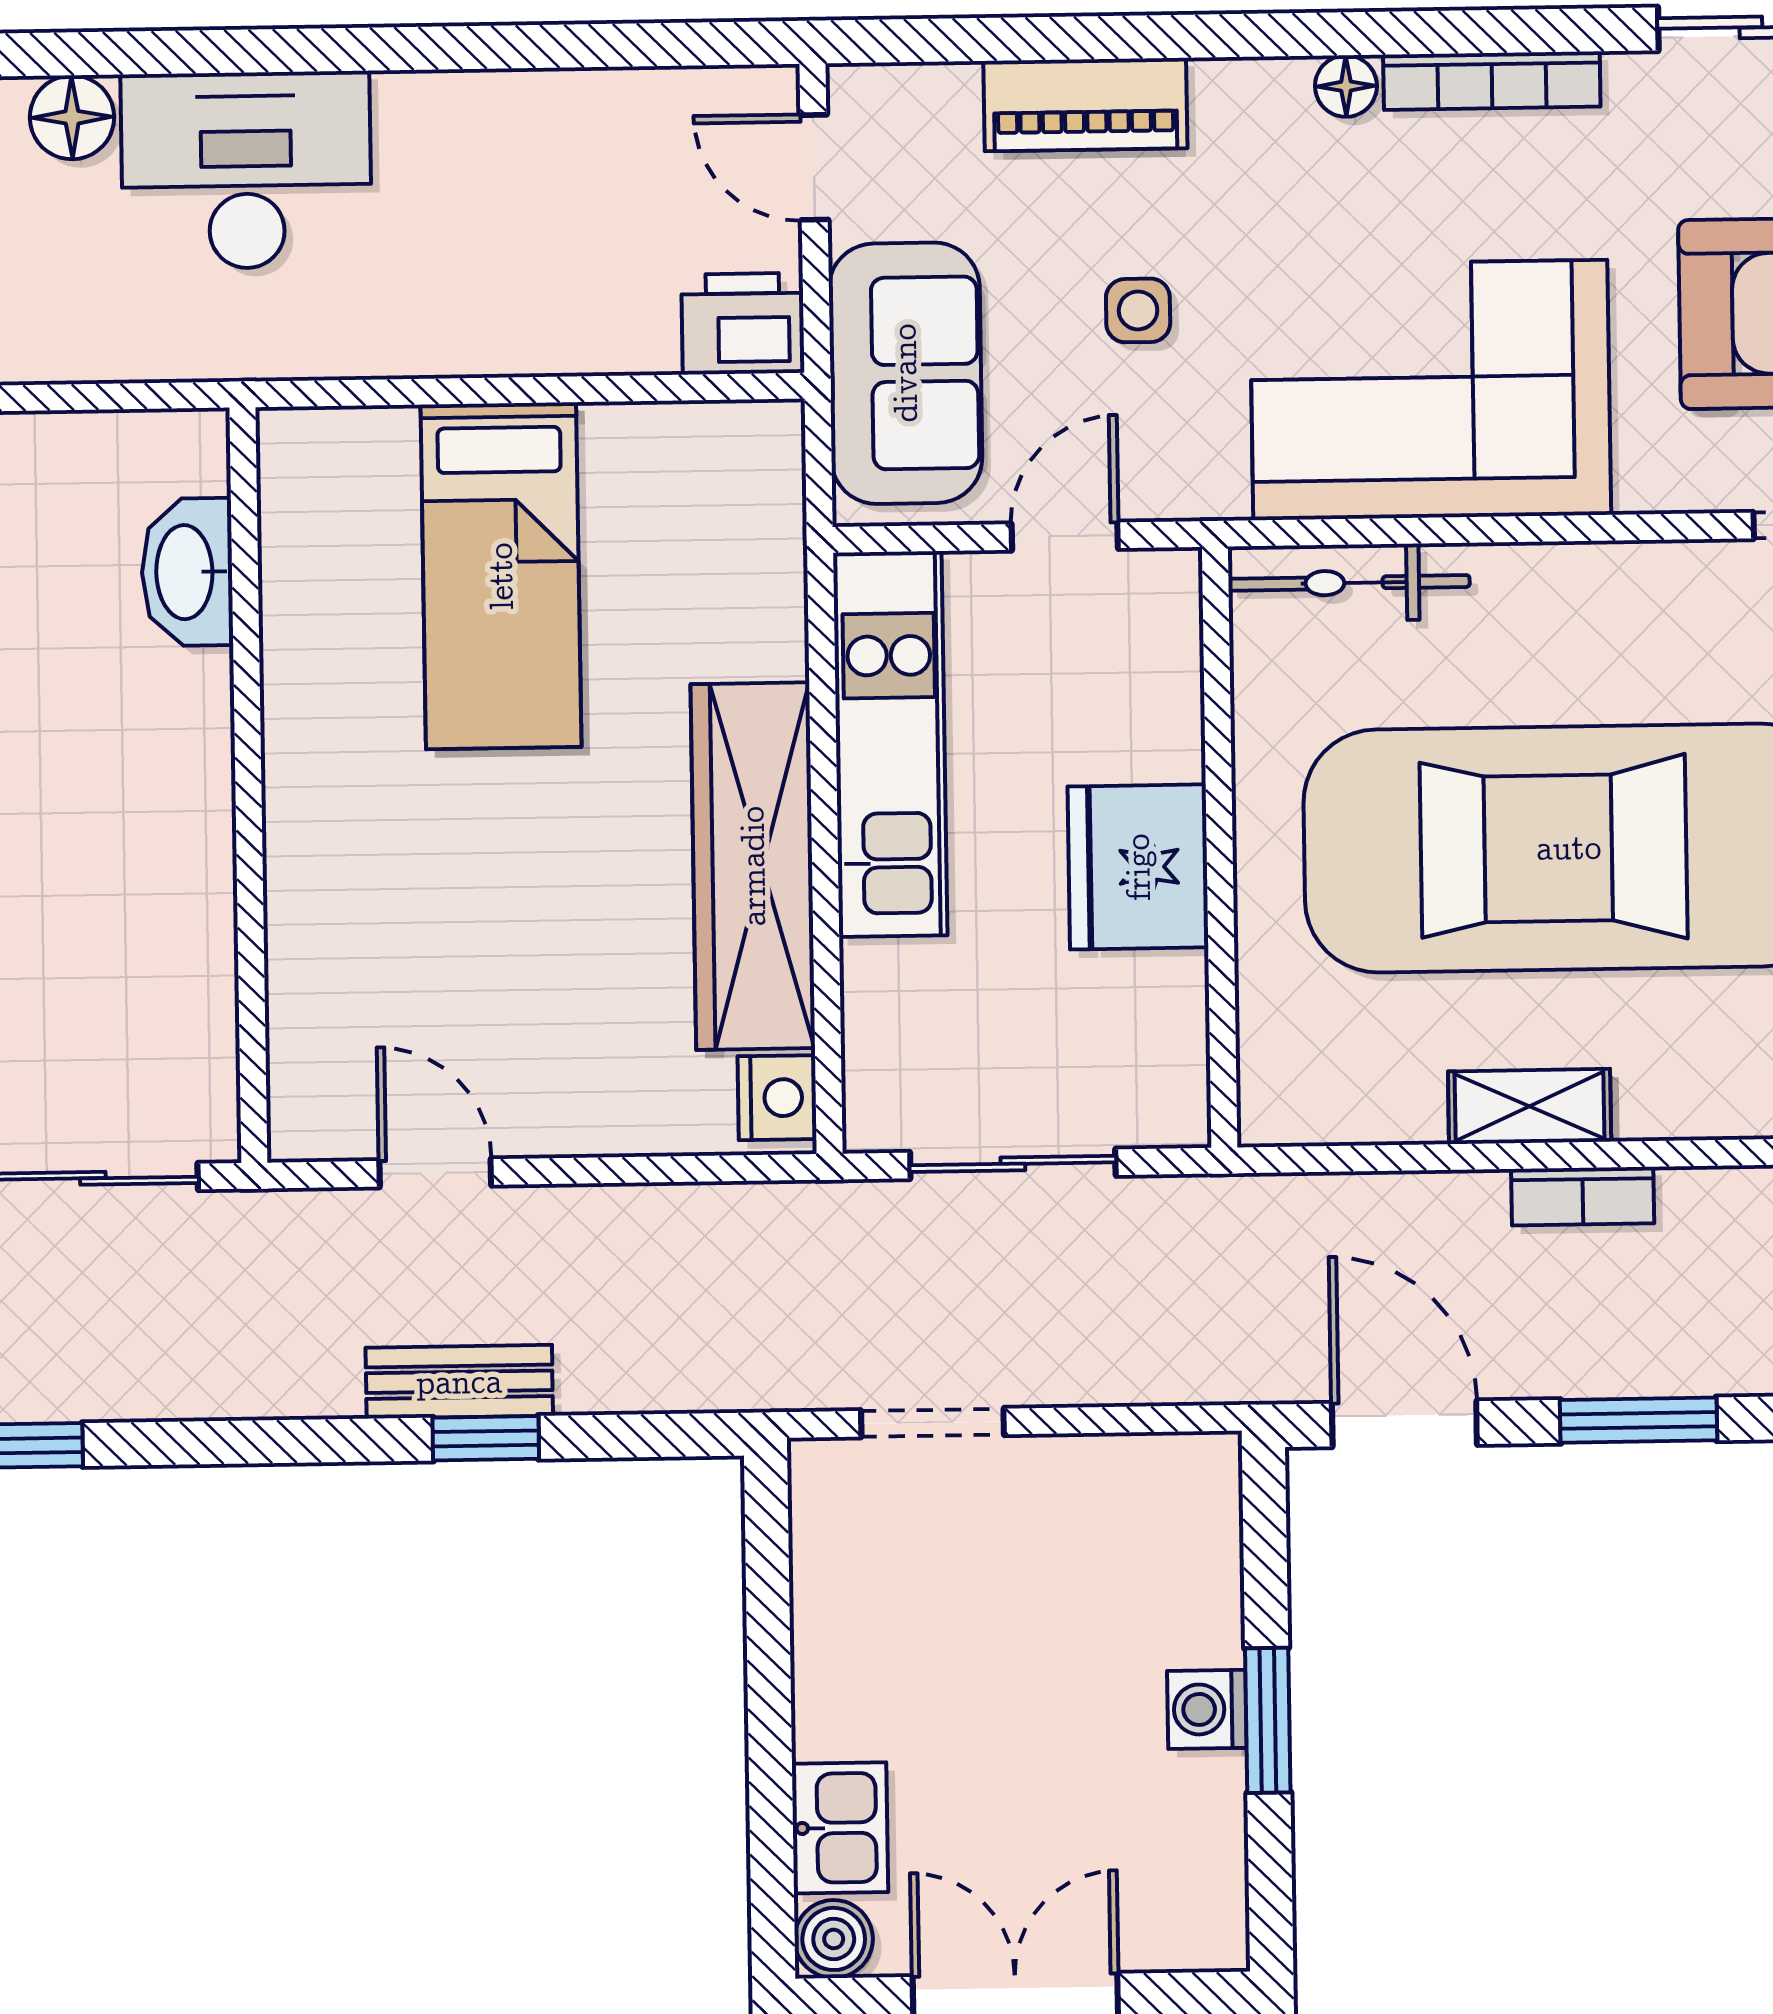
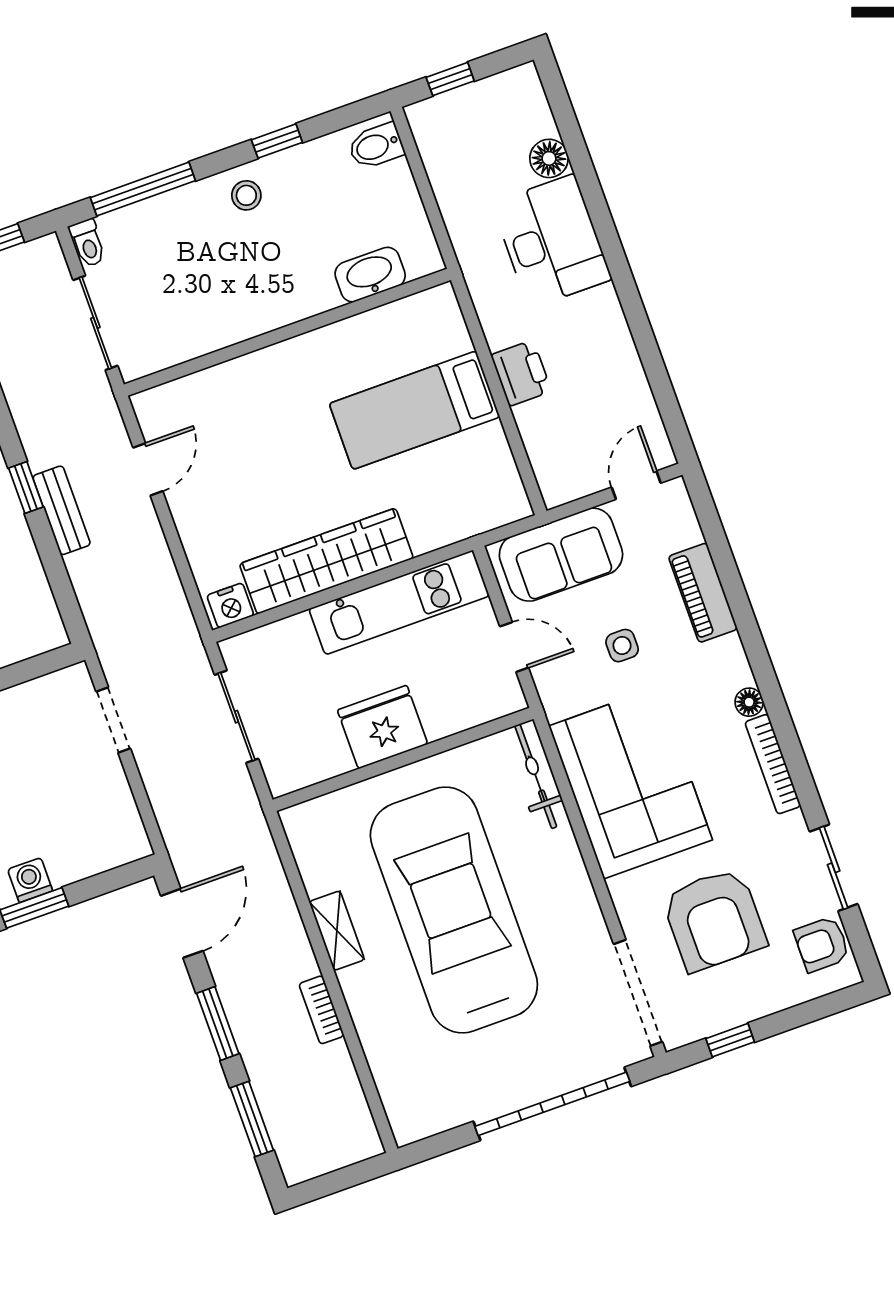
printer: (743, 324) -> (521, 373), moved
bookcase: (1583, 1196) -> (321, 1010), moved
window: (486, 1438) -> (26, 487), moved

